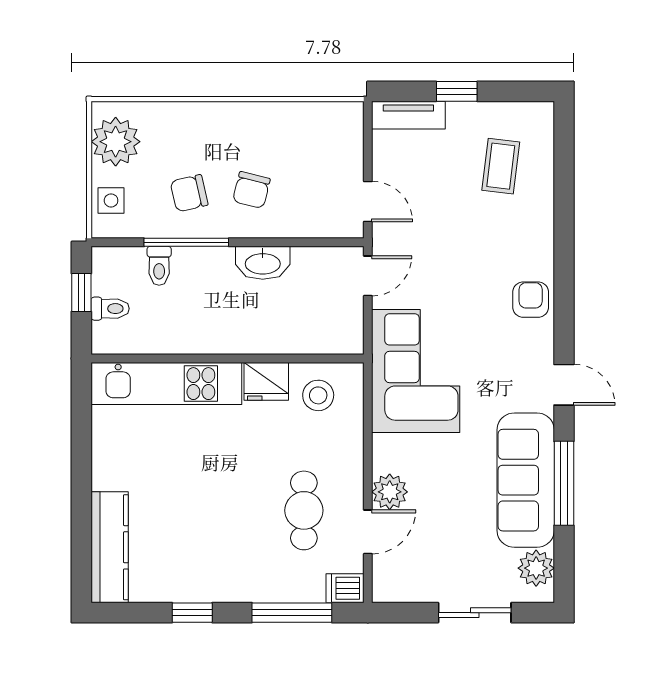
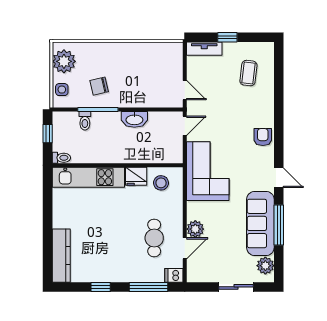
chair: (251, 190) -> (129, 85), removed
toilet: (110, 309) -> (61, 158), moved

